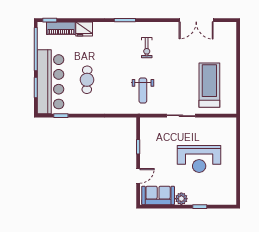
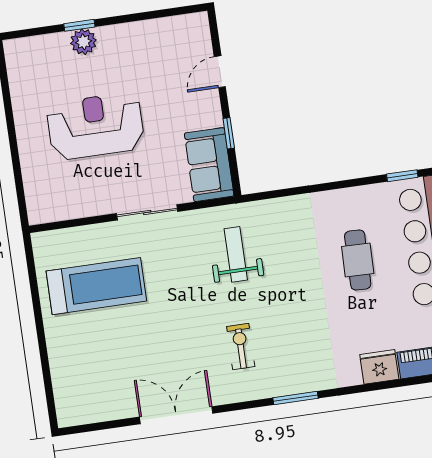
double door: (196, 20) -> (176, 415), moved
treadmill: (209, 85) -> (96, 286), turned -90
sofa: (158, 195) -> (209, 165), moved, turned 90
plant: (181, 199) -> (83, 42), moved

